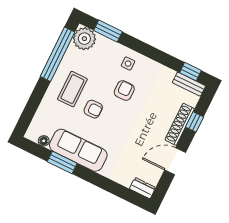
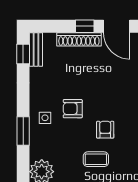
window: (108, 31) -> (23, 131), moved
coffee table: (72, 89) -> (96, 159), width x0.73, depth x0.77
window: (195, 122) -> (85, 26), moved

